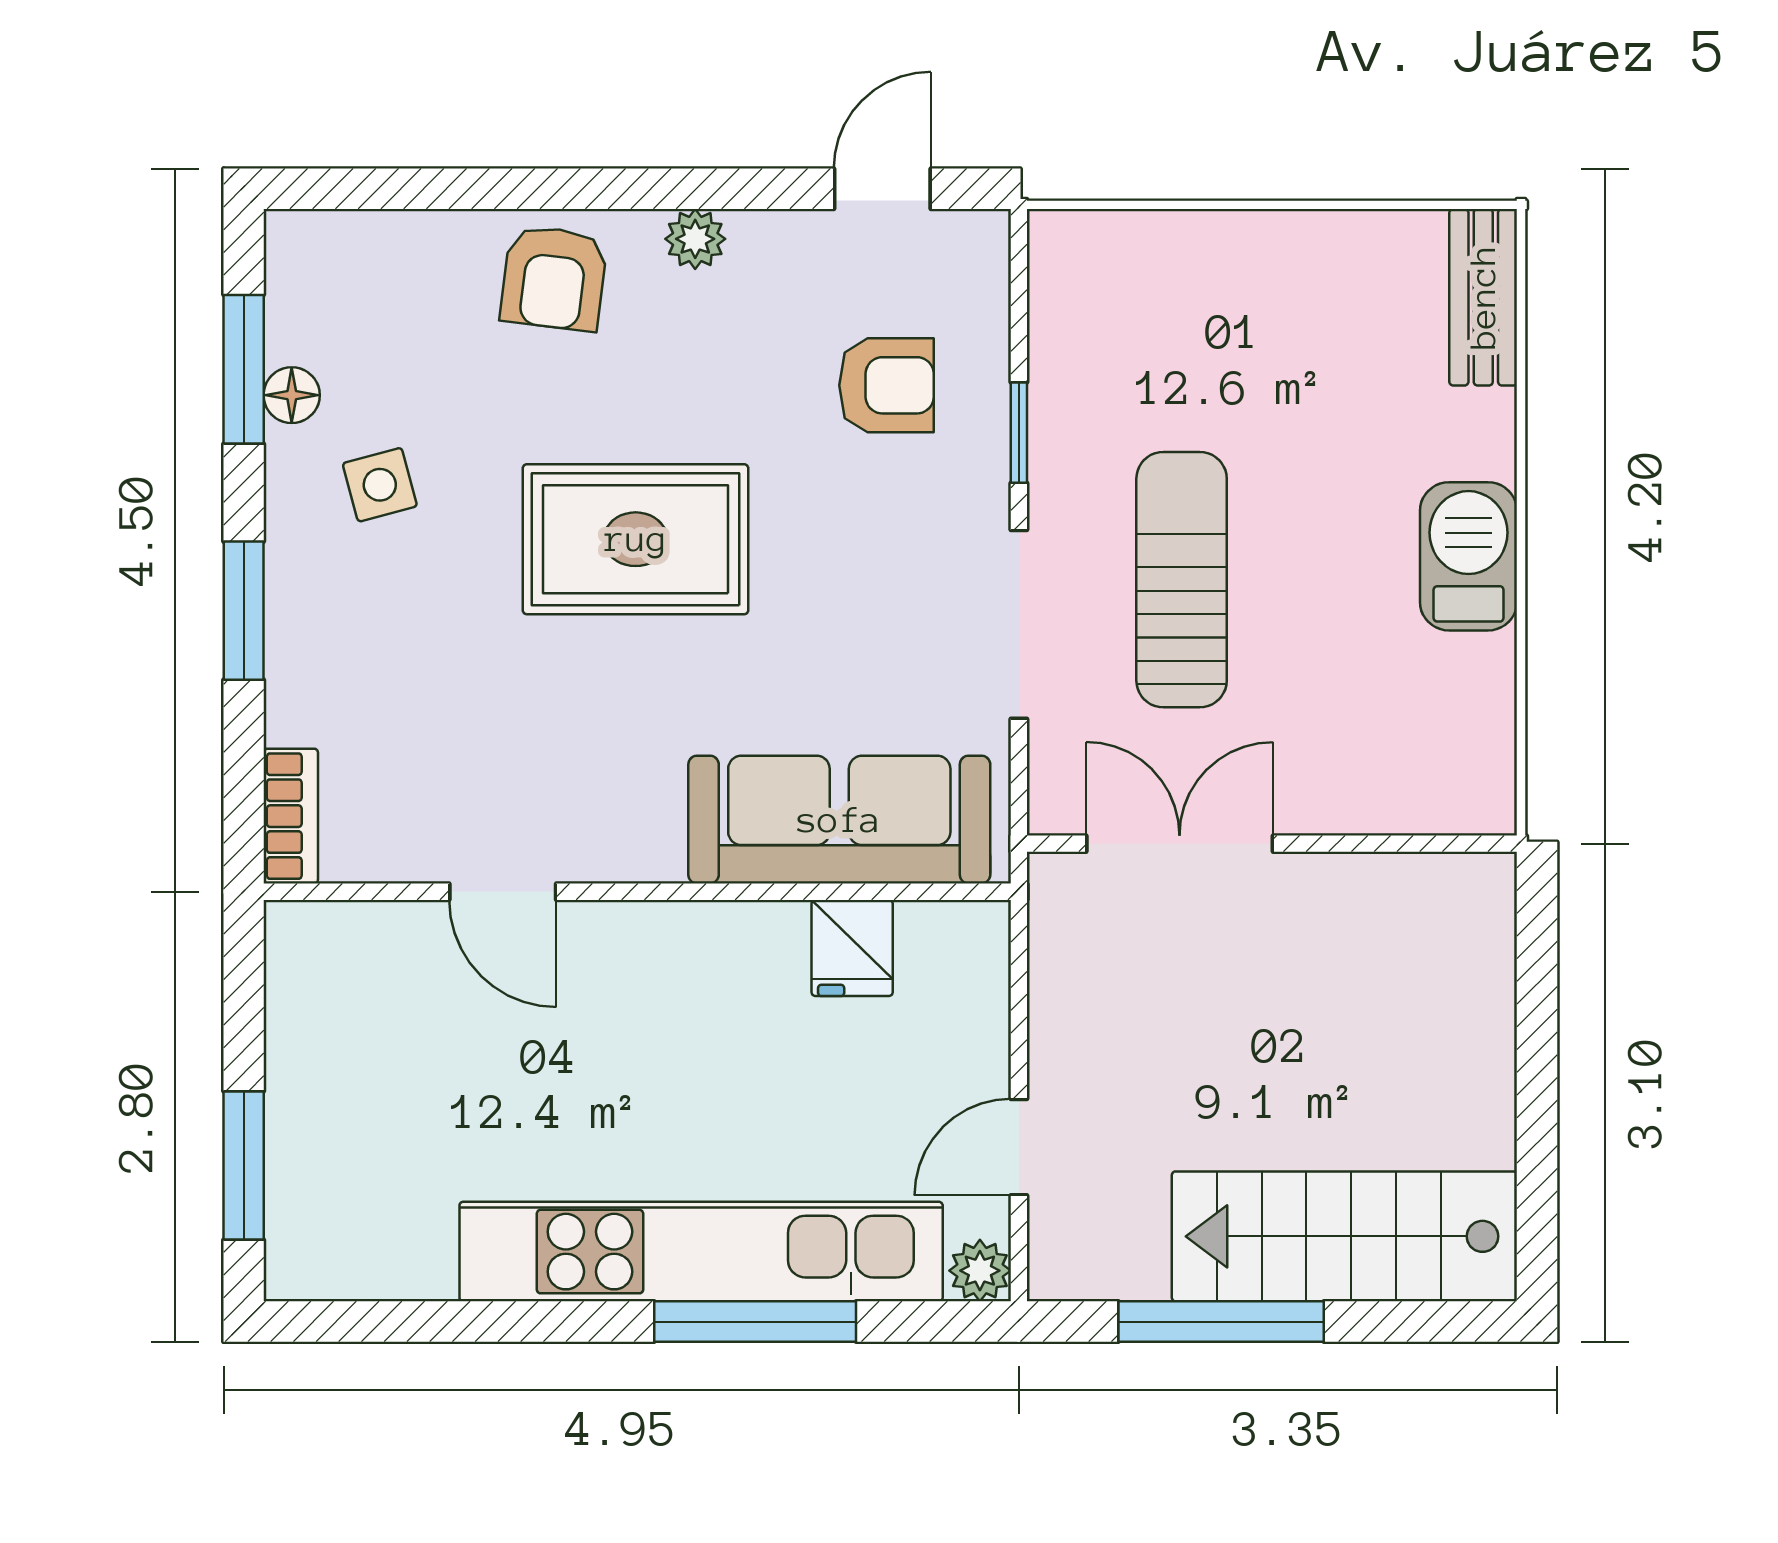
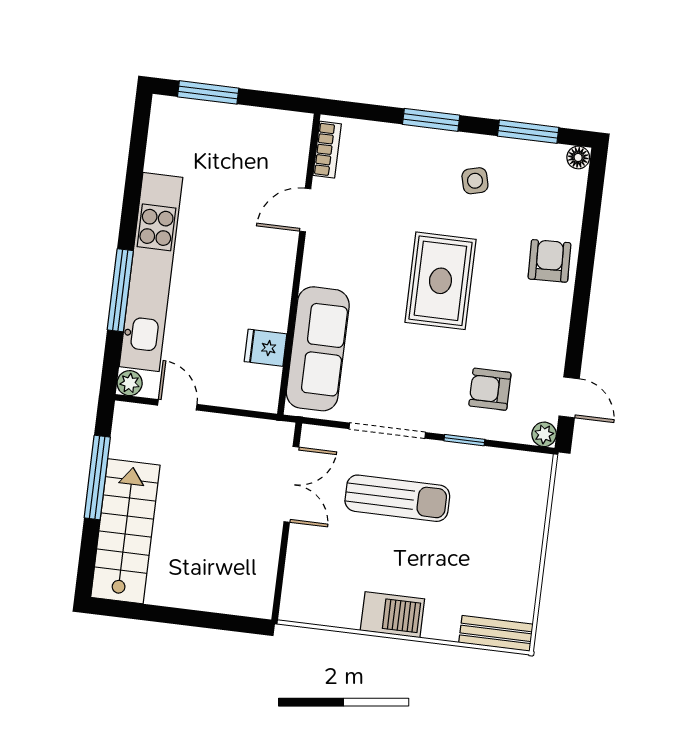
plant: (695, 239) -> (544, 434), moved
armchair: (554, 278) -> (549, 261), turned 81
armchair: (886, 385) -> (490, 389), turned 90
floor lamp: (292, 395) -> (578, 157), moved
bookcase: (291, 816) -> (327, 150), moved, turned -90

